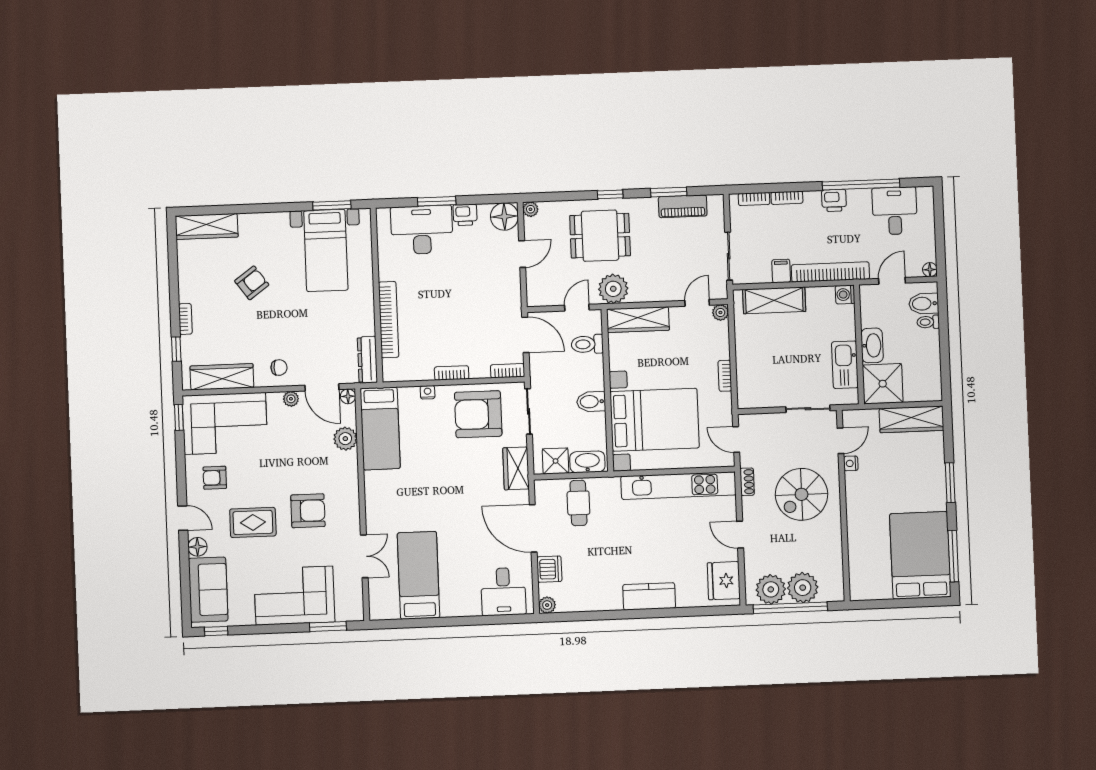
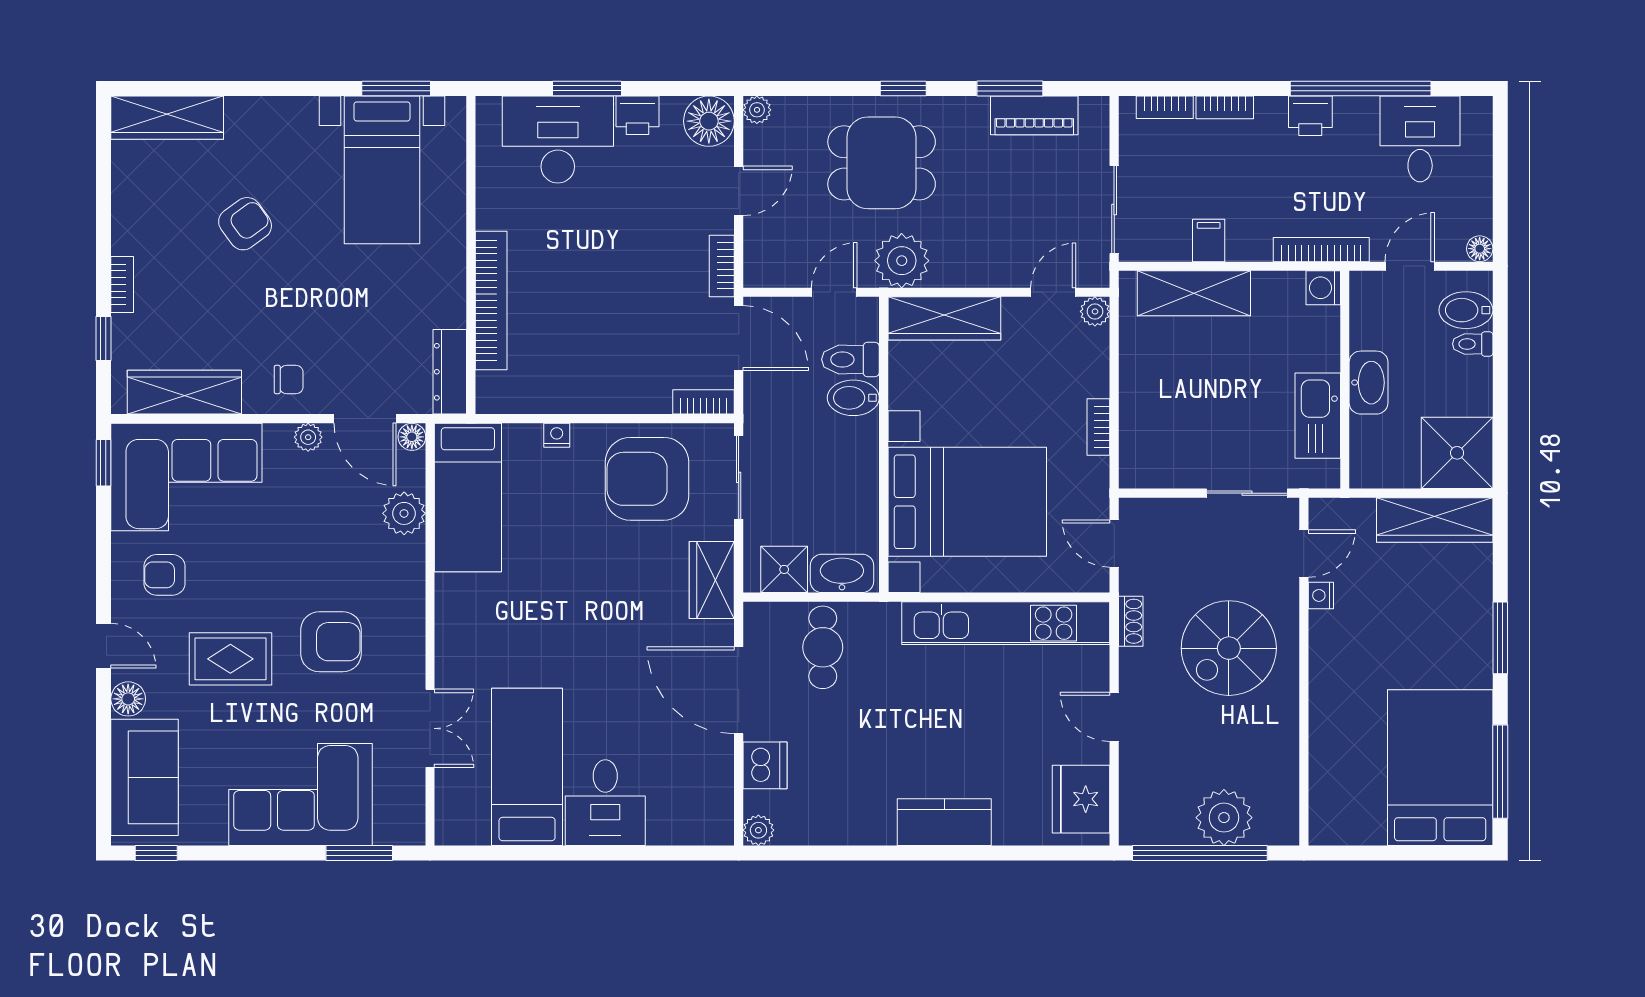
bookcase: (830, 272) -> (1321, 250), width x0.68, depth x0.76
bookcase: (452, 373) -> (722, 266), moved, turned -90
shower: (883, 384) -> (1457, 453), moved
bidet: (591, 402) -> (853, 398), moved
plant: (771, 589) -> (1166, 818), removed
desk: (503, 592) -> (605, 803), moved

